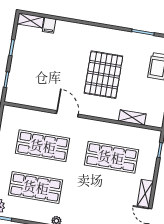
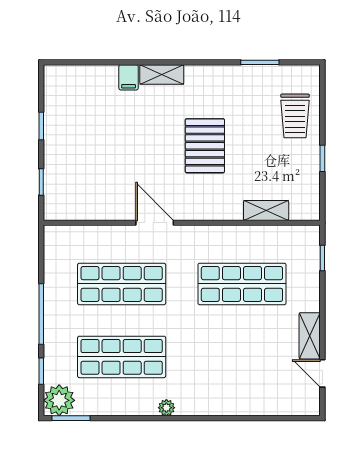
shelving: (30, 20) -> (162, 74), moved
filing cabinet: (49, 25) -> (129, 77), moved
pallet: (103, 75) -> (205, 146), width x0.73, depth x0.71

